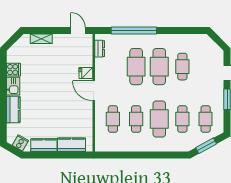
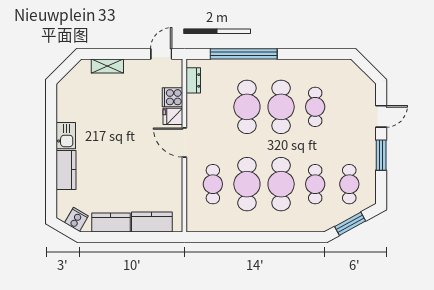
door: (78, 31) -> (161, 54), hinge flipped
cooker: (13, 70) -> (173, 97), moved, turned 180
cafe table: (136, 119) -> (247, 184), width x1.37, depth x1.35

